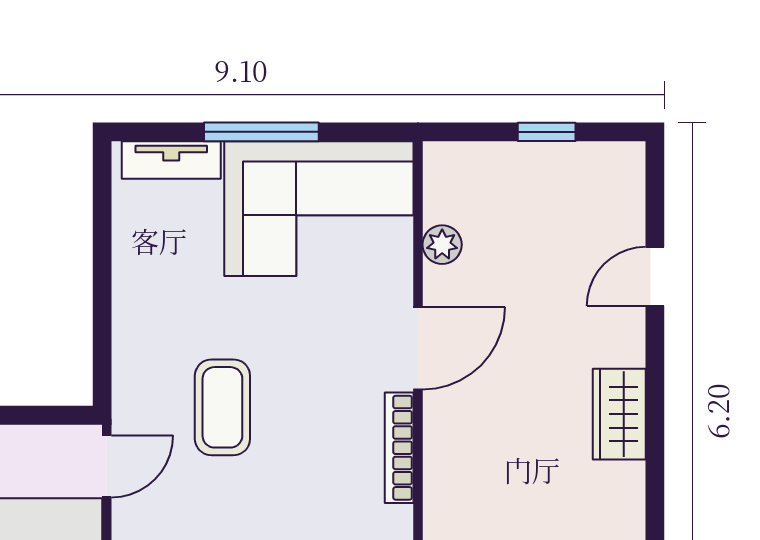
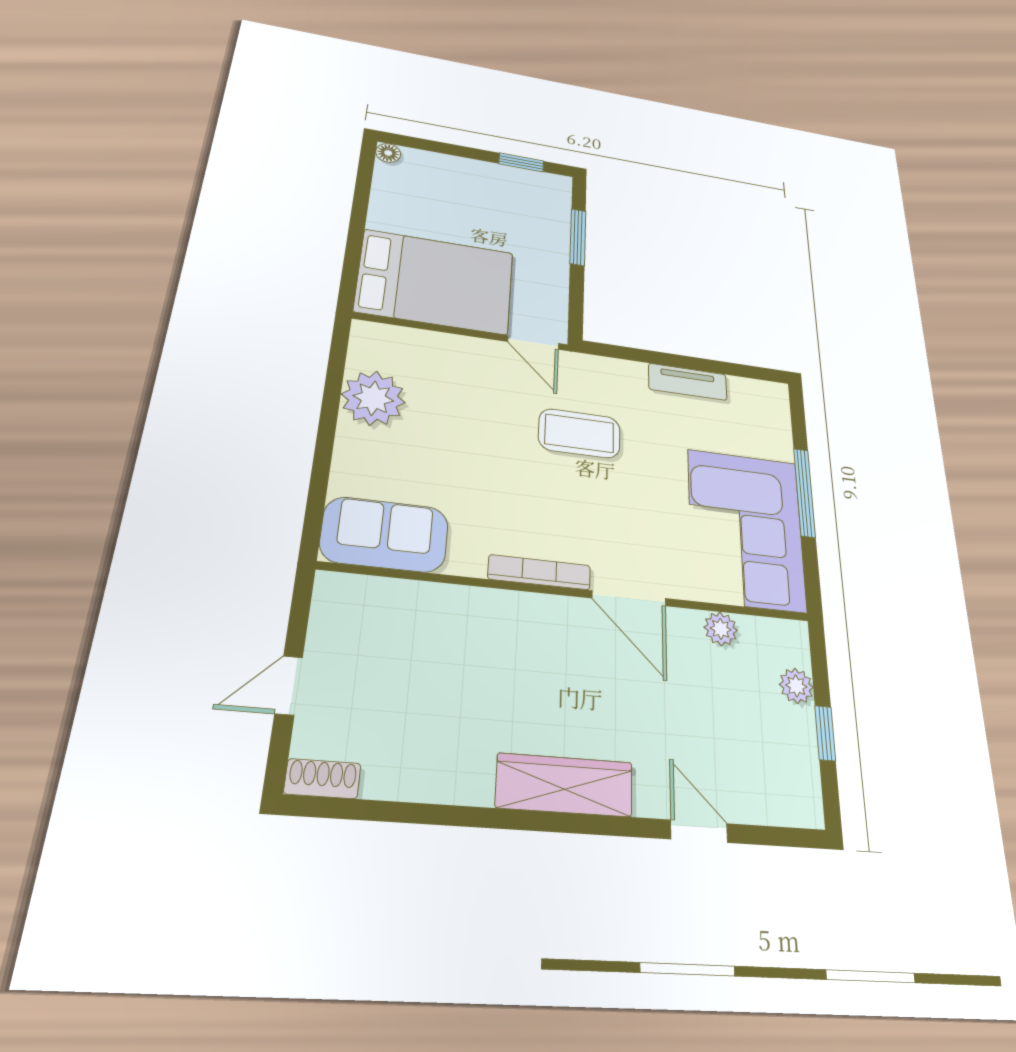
tv unit: (171, 160) -> (688, 382), moved, turned -90
plant: (498, 161) -> (796, 686), added
wardrobe: (619, 414) -> (565, 785), width x1.50

